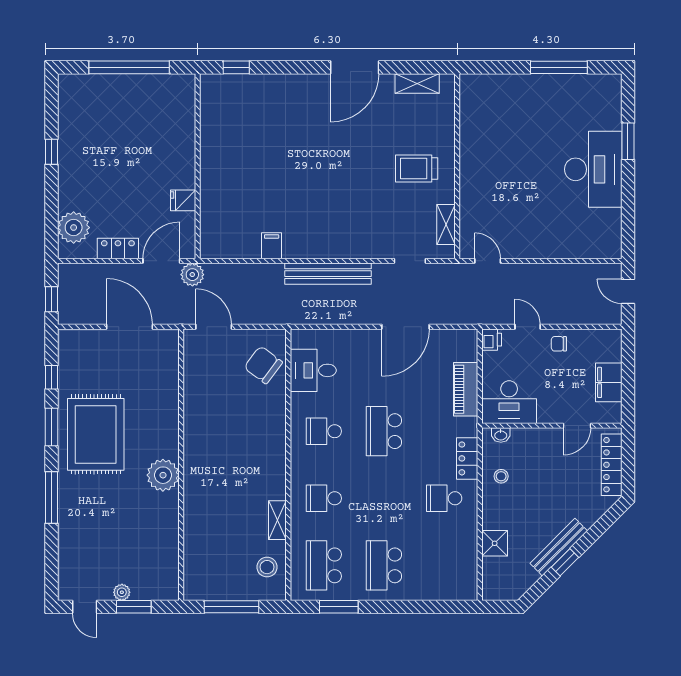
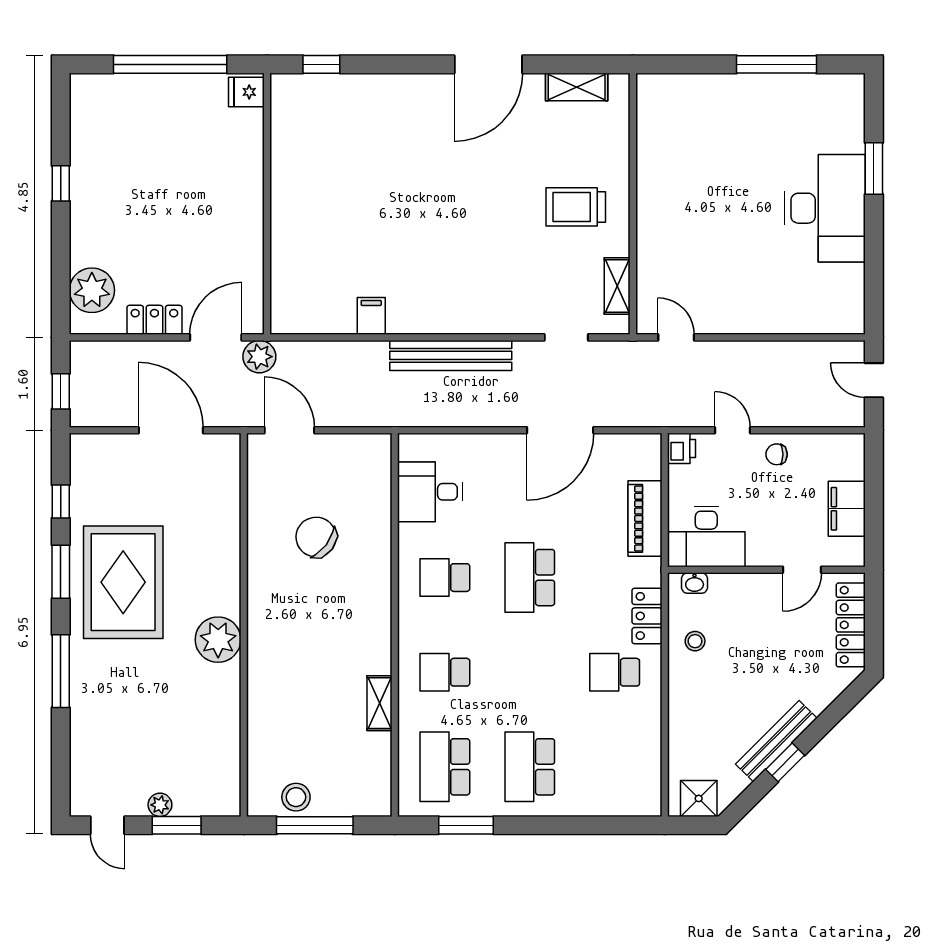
fridge: (183, 200) -> (246, 92), moved
chair: (263, 365) -> (316, 537), moved
shower: (495, 543) -> (699, 798), moved
stool: (267, 567) -> (296, 797), moved

